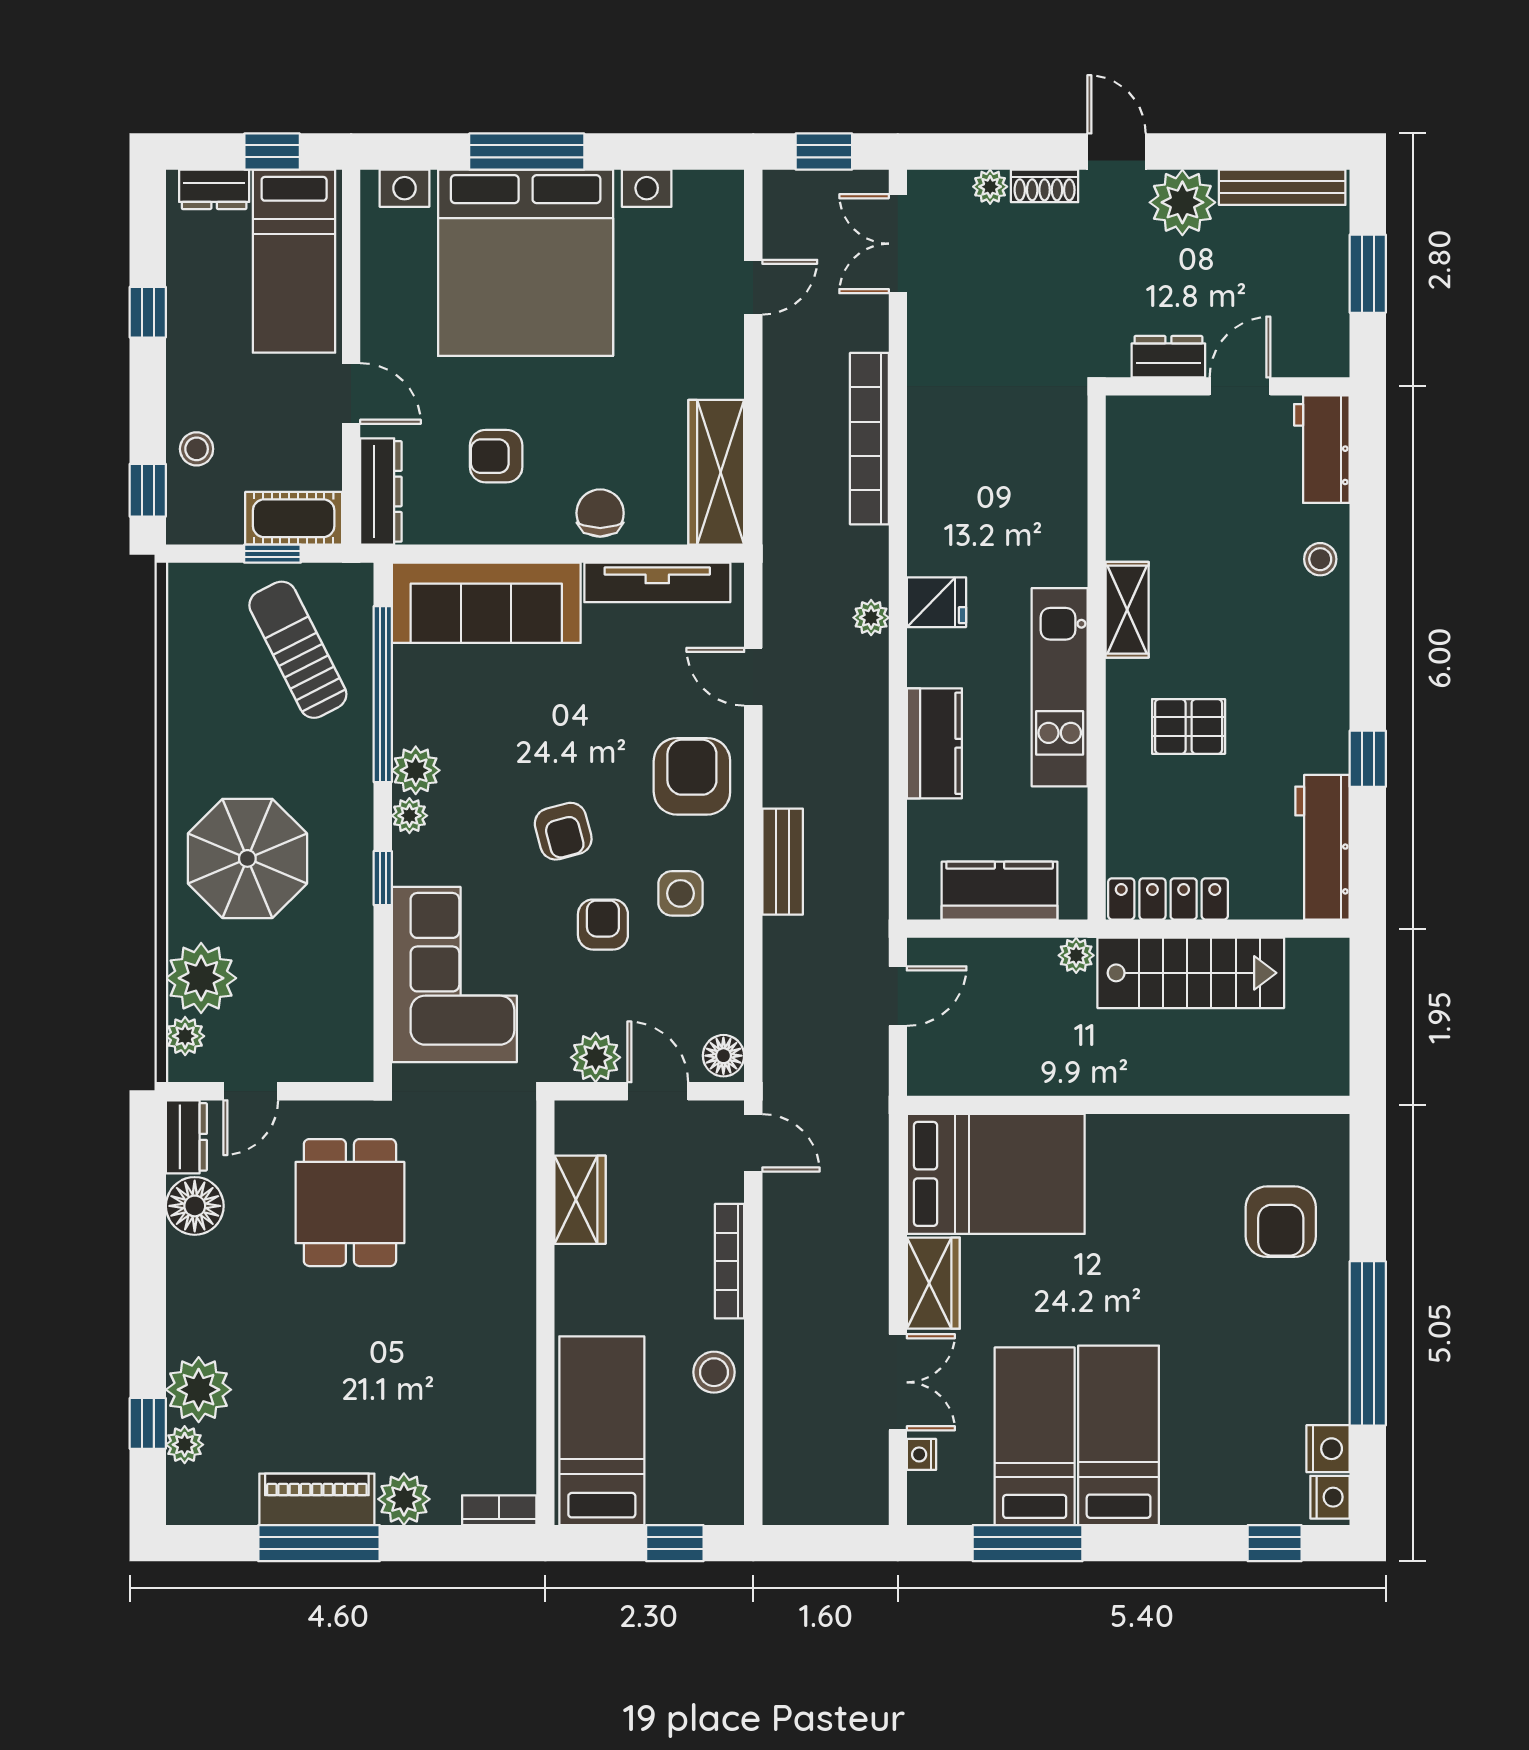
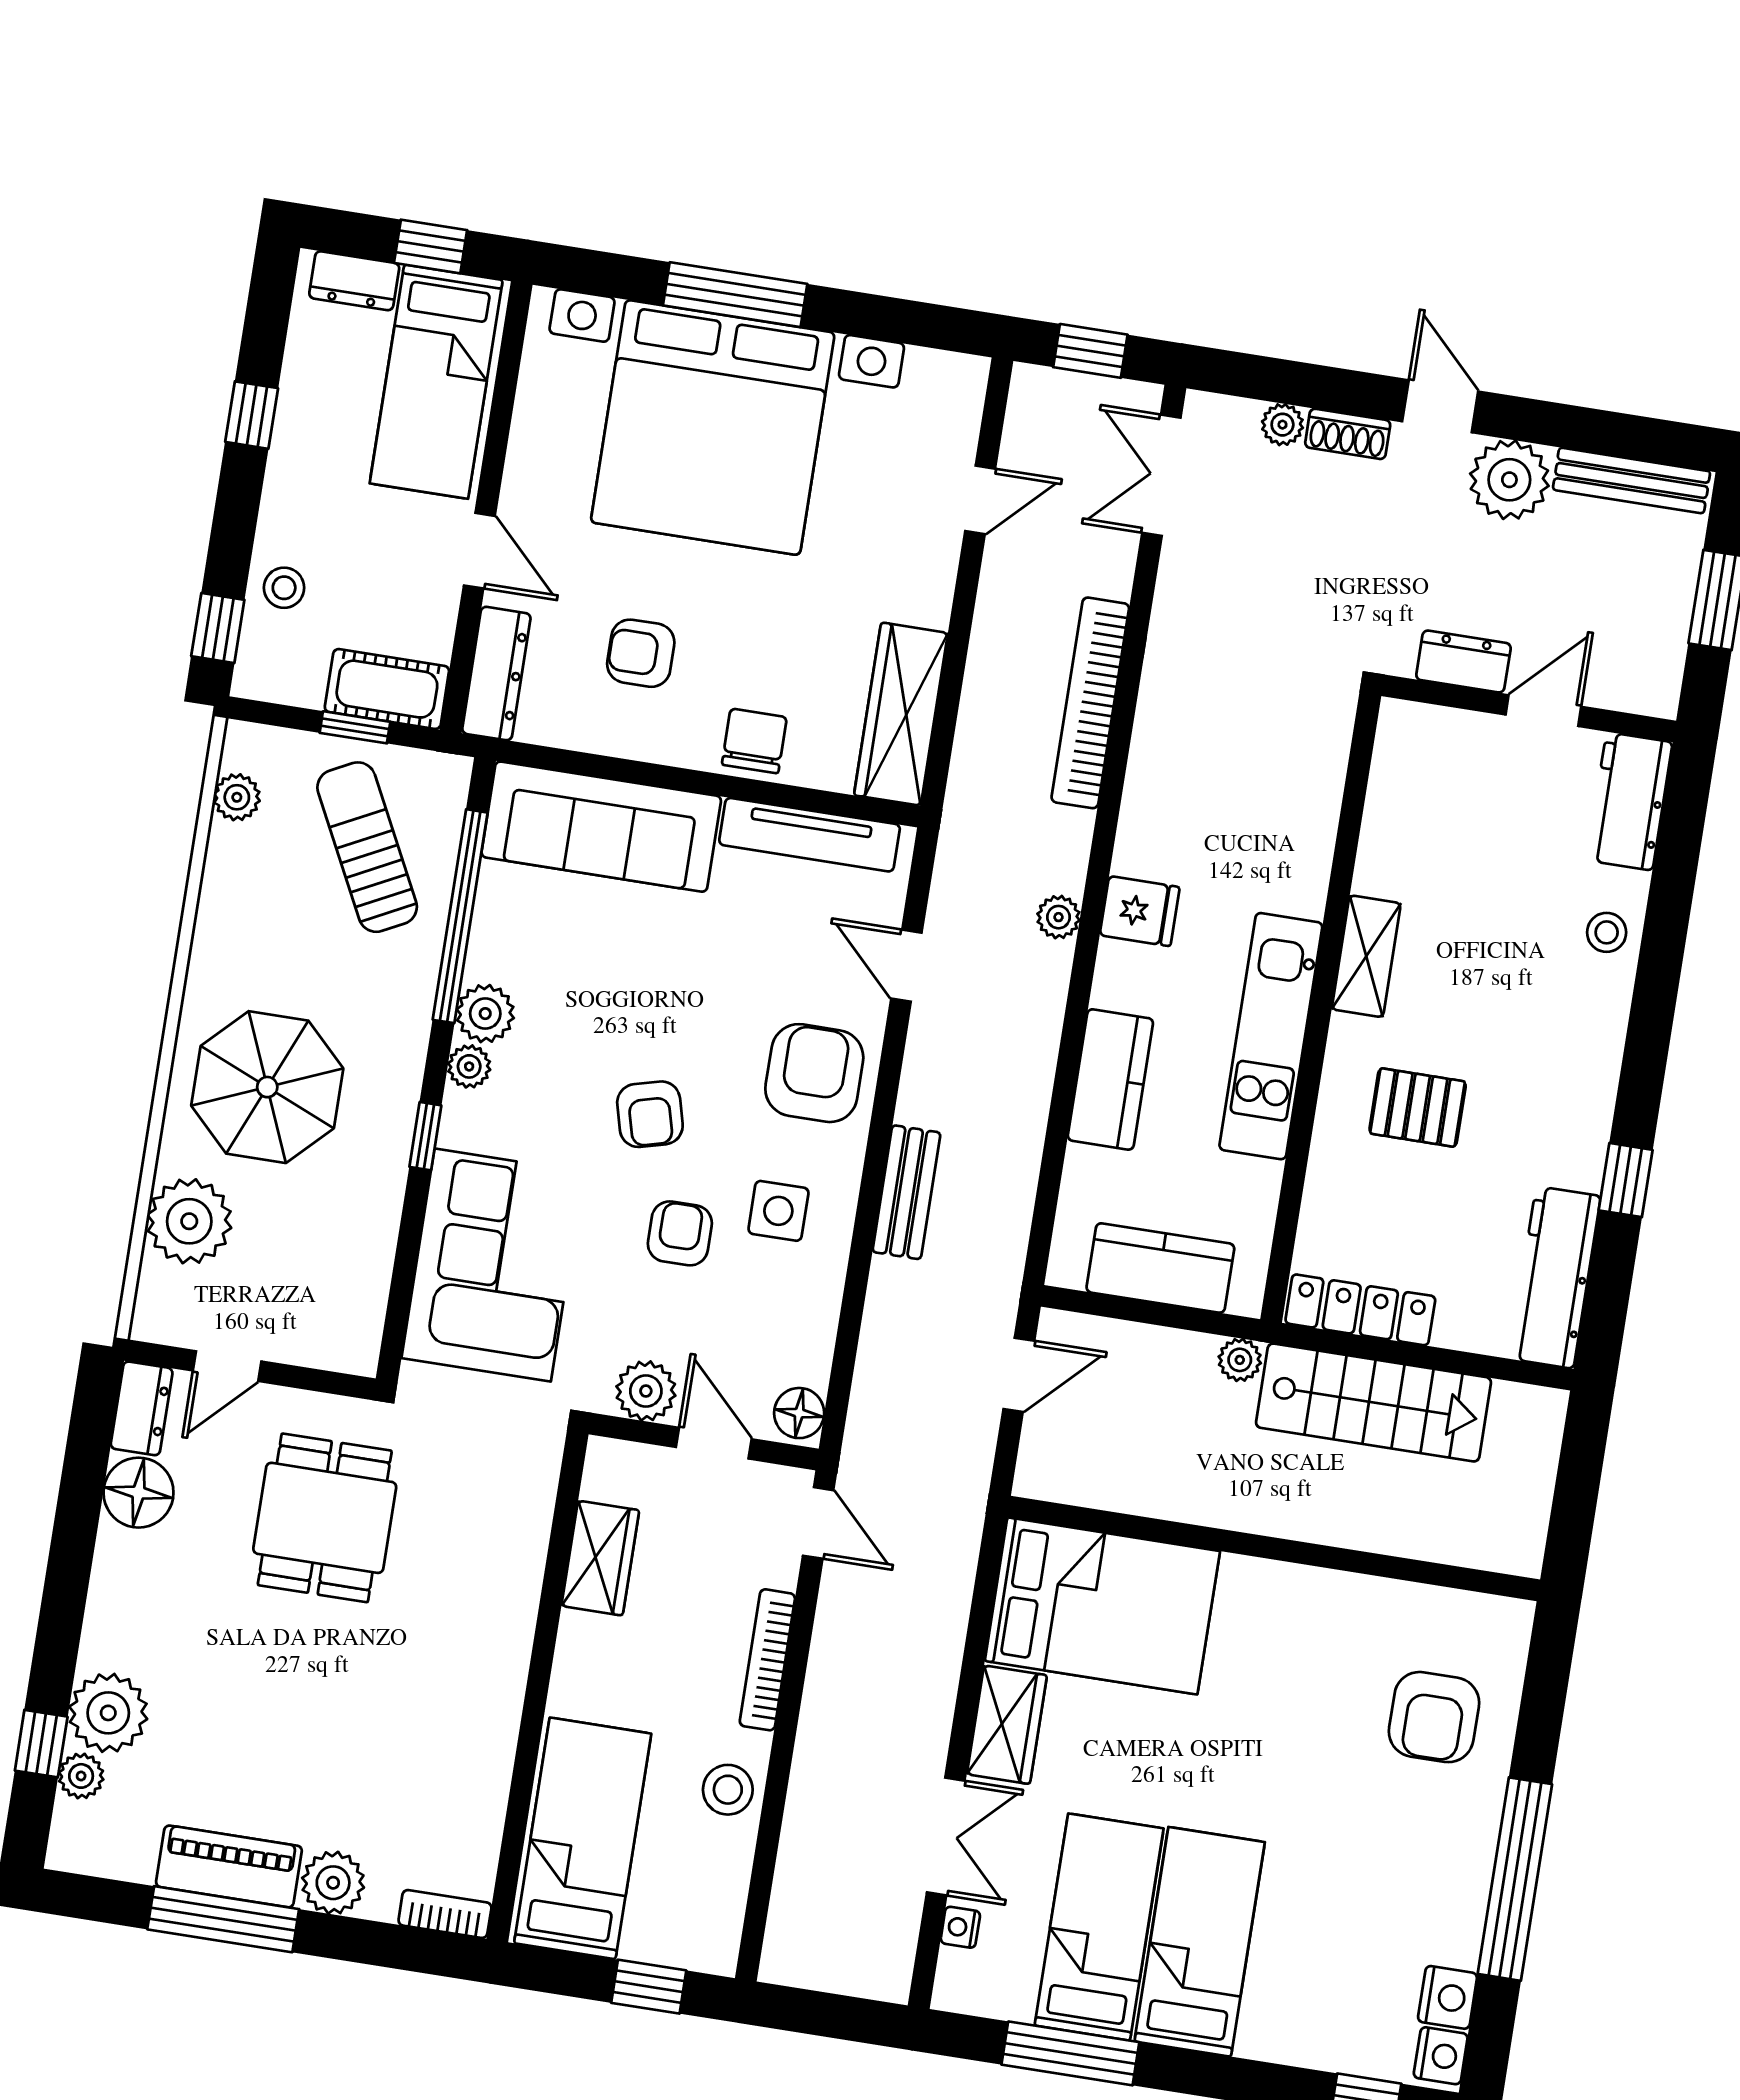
plant: (185, 1036) -> (237, 797), moved

